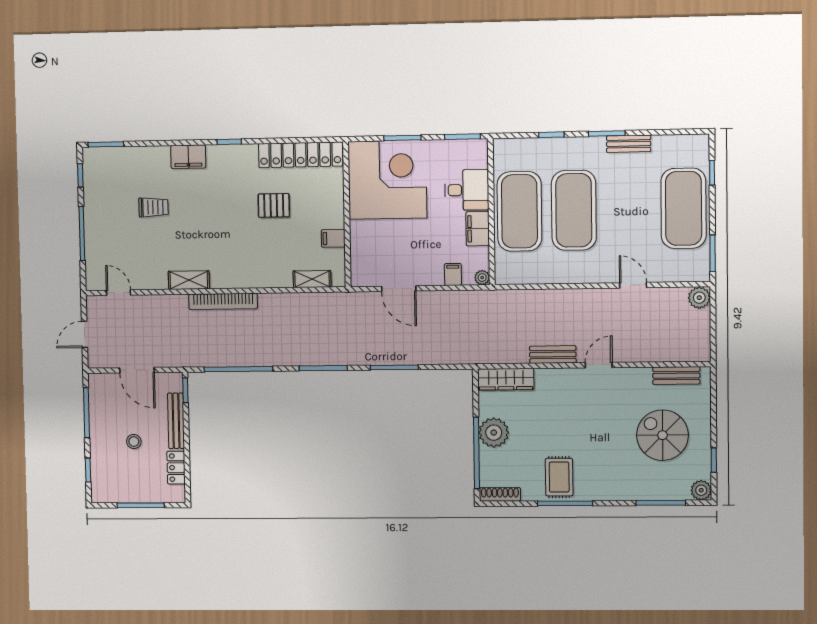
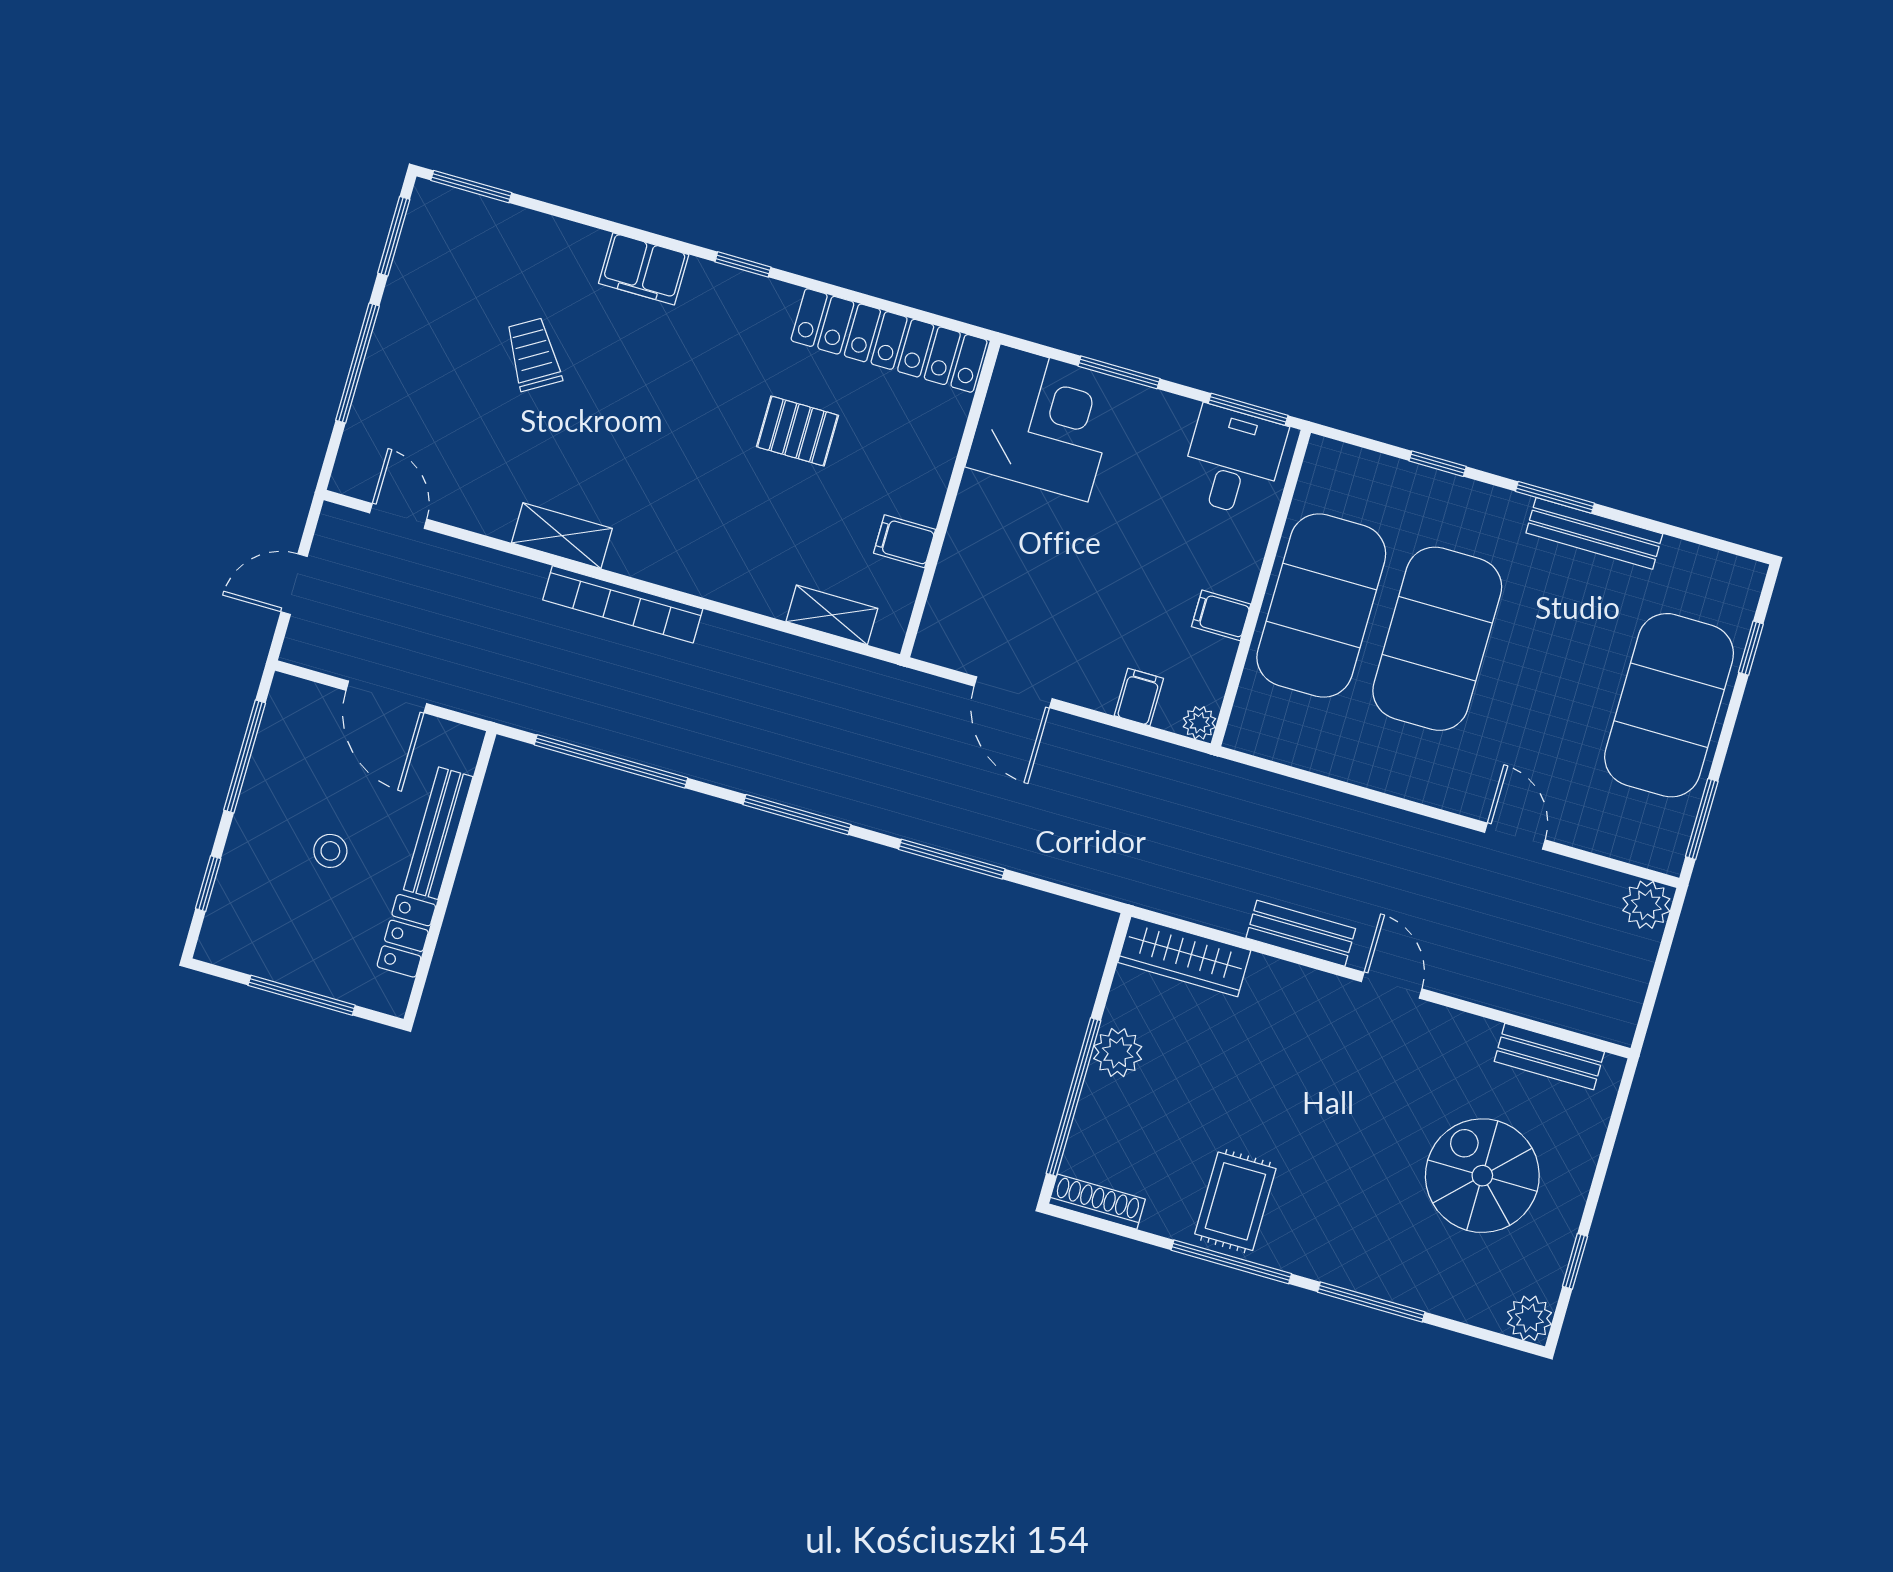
bench: (629, 144) -> (1594, 533), width x1.36
window: (80, 175) -> (394, 236), width x1.50
corner desk: (387, 180) -> (1044, 423), width x0.74, depth x0.74
desk: (467, 190) -> (1233, 461), moved, turned -90
trolley: (154, 207) -> (534, 354), turned -121
filing cabinet: (478, 229) -> (1221, 615), width x0.50
door: (599, 365) -> (1392, 985), hinge flipped
window: (185, 390) -> (480, 773), removed
plant: (494, 433) -> (1118, 1053), width x0.73, depth x0.73
window: (661, 503) -> (1371, 1302), moved

